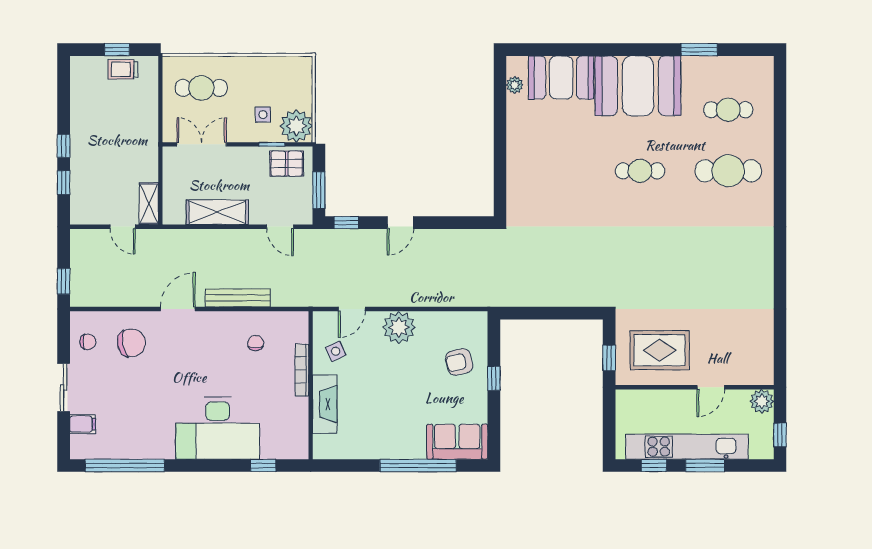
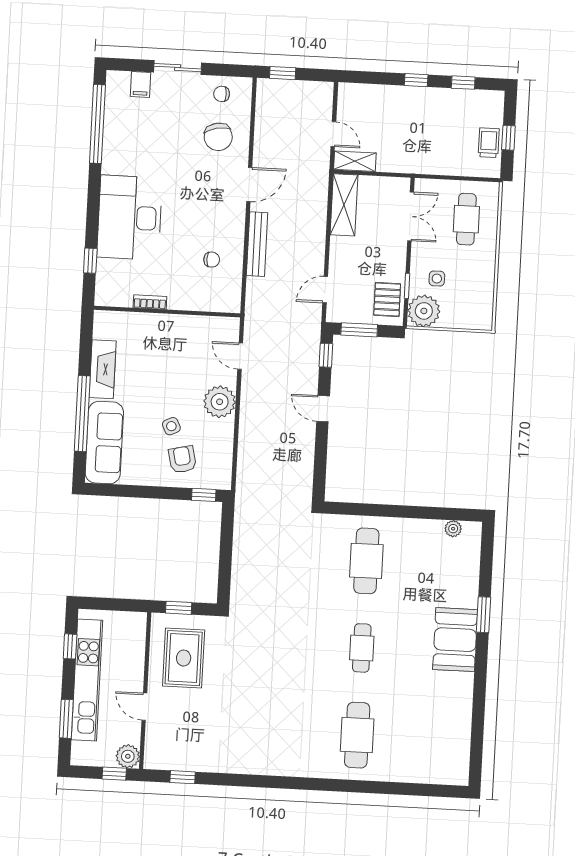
window: (699, 50) -> (483, 615), moved
booth: (561, 78) -> (458, 575), removed
booth: (638, 86) -> (455, 640), width x0.73, depth x0.70
cafe table: (728, 110) -> (366, 561), moved, width x1.37, depth x1.35
window: (64, 183) -> (463, 83), moved
shelving: (217, 212) -> (344, 205), moved
door: (123, 227) -> (333, 134), swing flipped
door: (178, 309) -> (249, 184), hinge flipped
chair: (88, 342) -> (222, 94), turned 90
window: (780, 345) -> (183, 777), added
side table: (336, 351) -> (171, 426), moved
bookcase: (302, 370) -> (150, 302), moved, width x0.64
window: (494, 378) -> (204, 495), moved
fireplace: (325, 404) -> (103, 369), moved, turned -90
window: (780, 435) -> (114, 774), moved
sofa: (457, 442) -> (104, 443), width x1.36
window: (705, 466) -> (66, 719), moved

